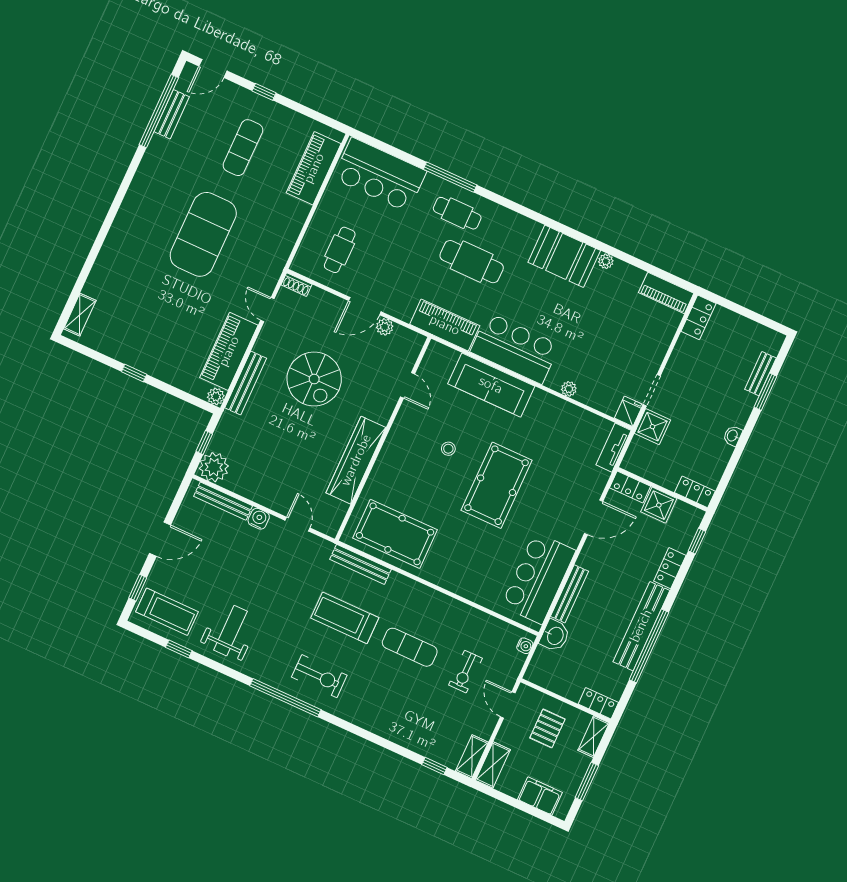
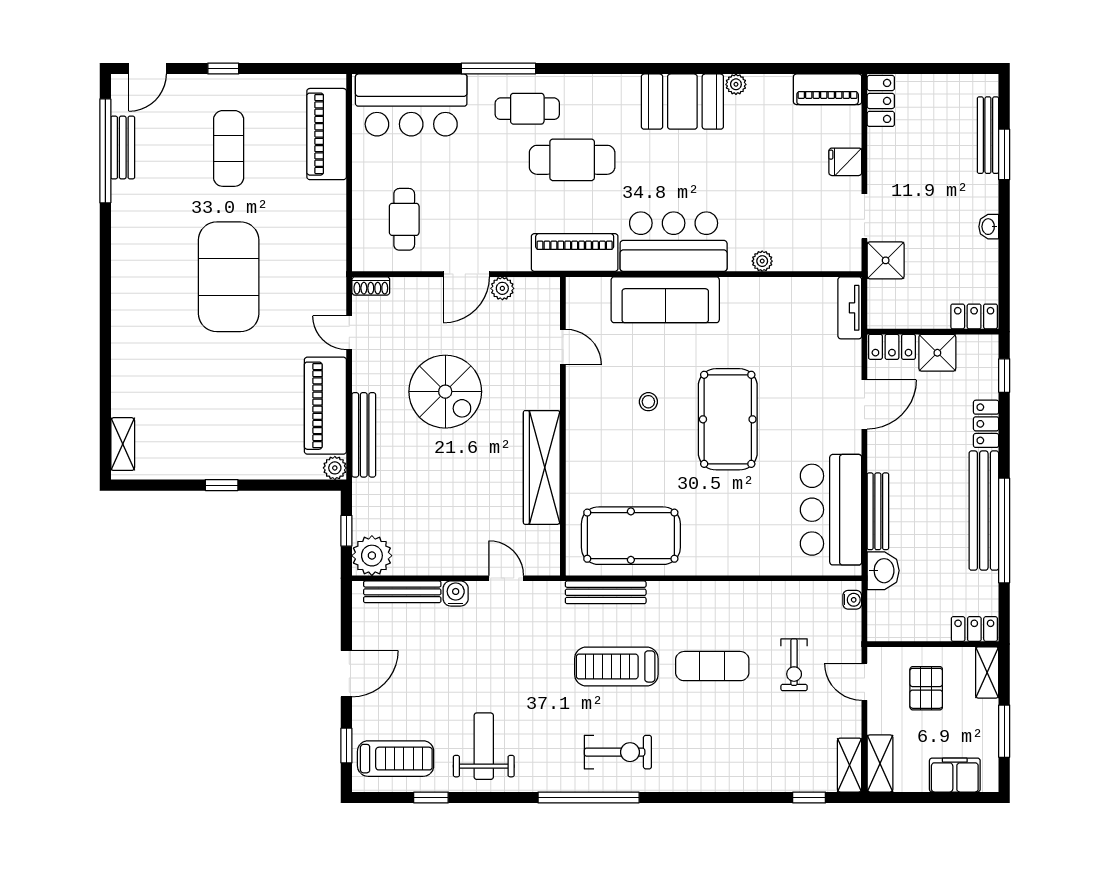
bench: (760, 374) -> (988, 135), width x1.36
fridge: (629, 411) -> (845, 162), moved, turned -90

